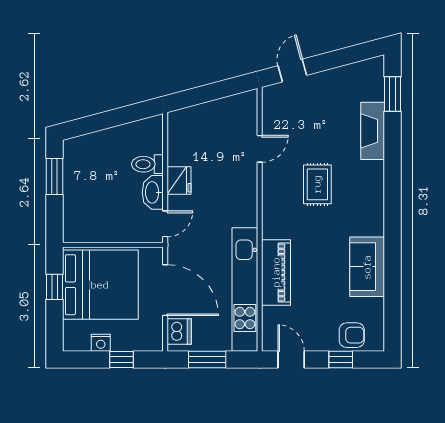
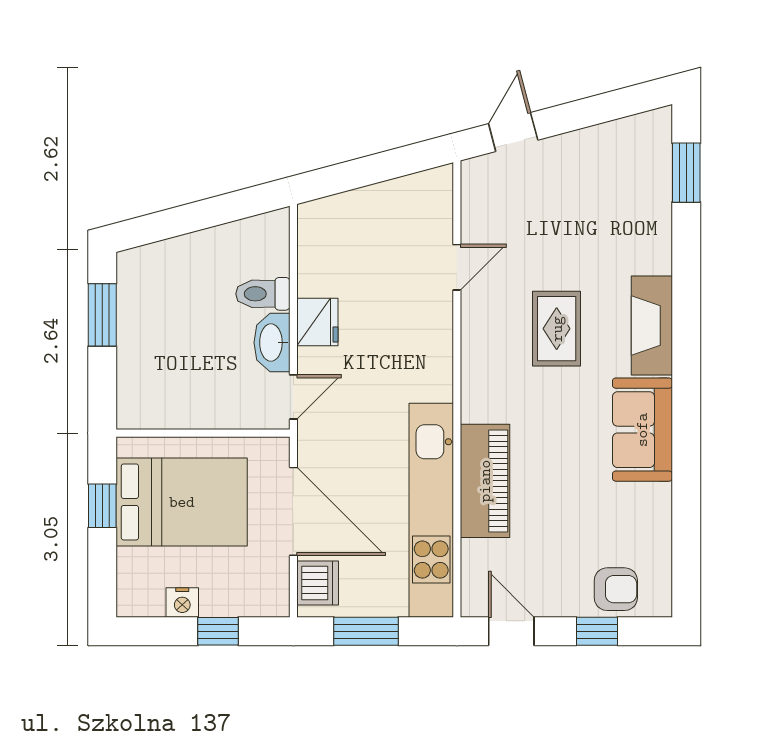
fireplace: (373, 131) -> (652, 326), moved
sofa: (367, 267) -> (642, 430), moved
bed: (100, 285) -> (182, 502), width x0.73

